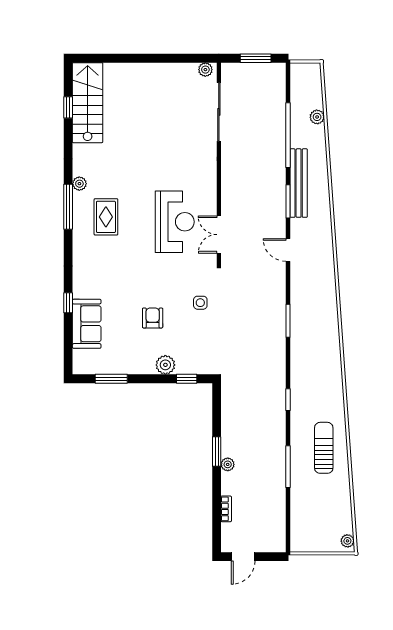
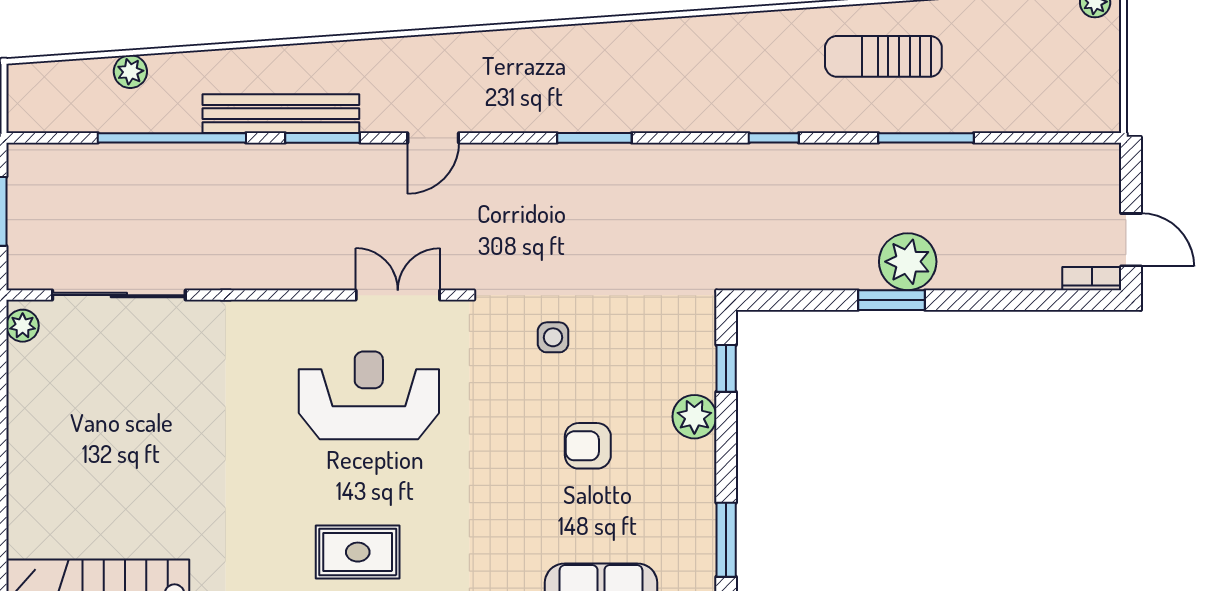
double door: (219, 235) -> (398, 295), swing flipped
plant: (228, 464) -> (908, 262), width x1.88, depth x1.88
bookcase: (226, 509) -> (1092, 279), moved

